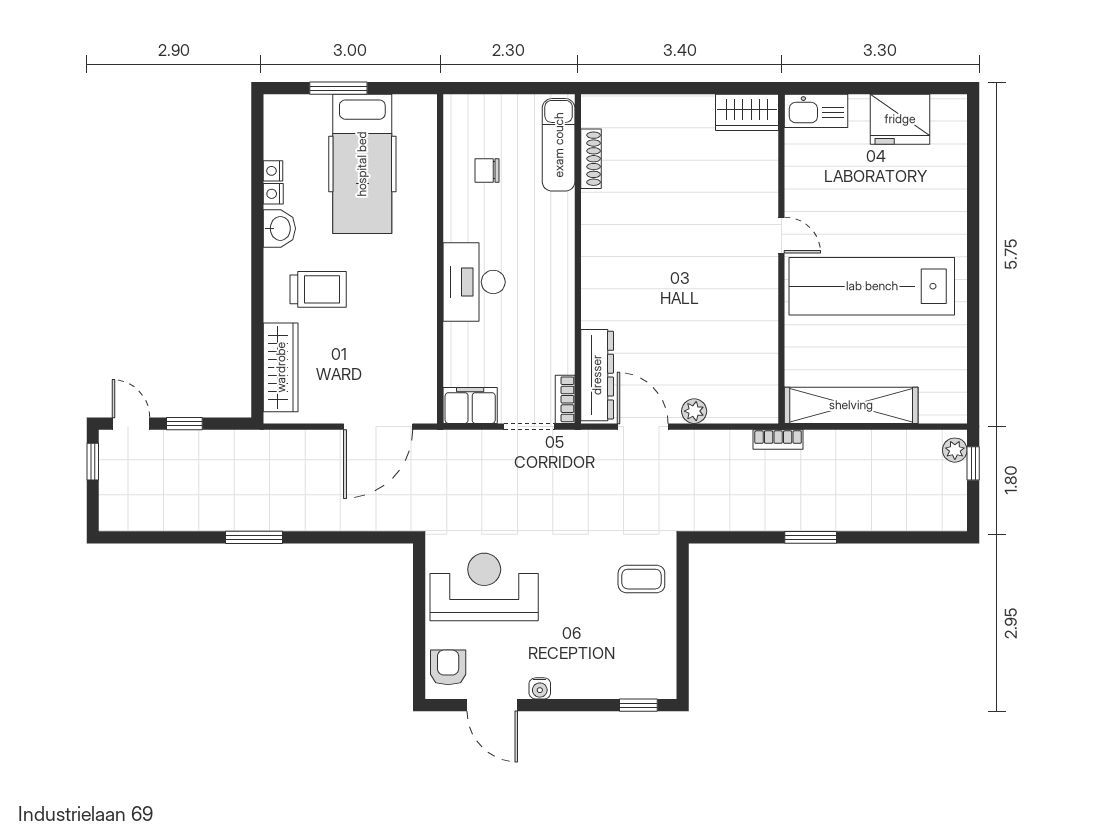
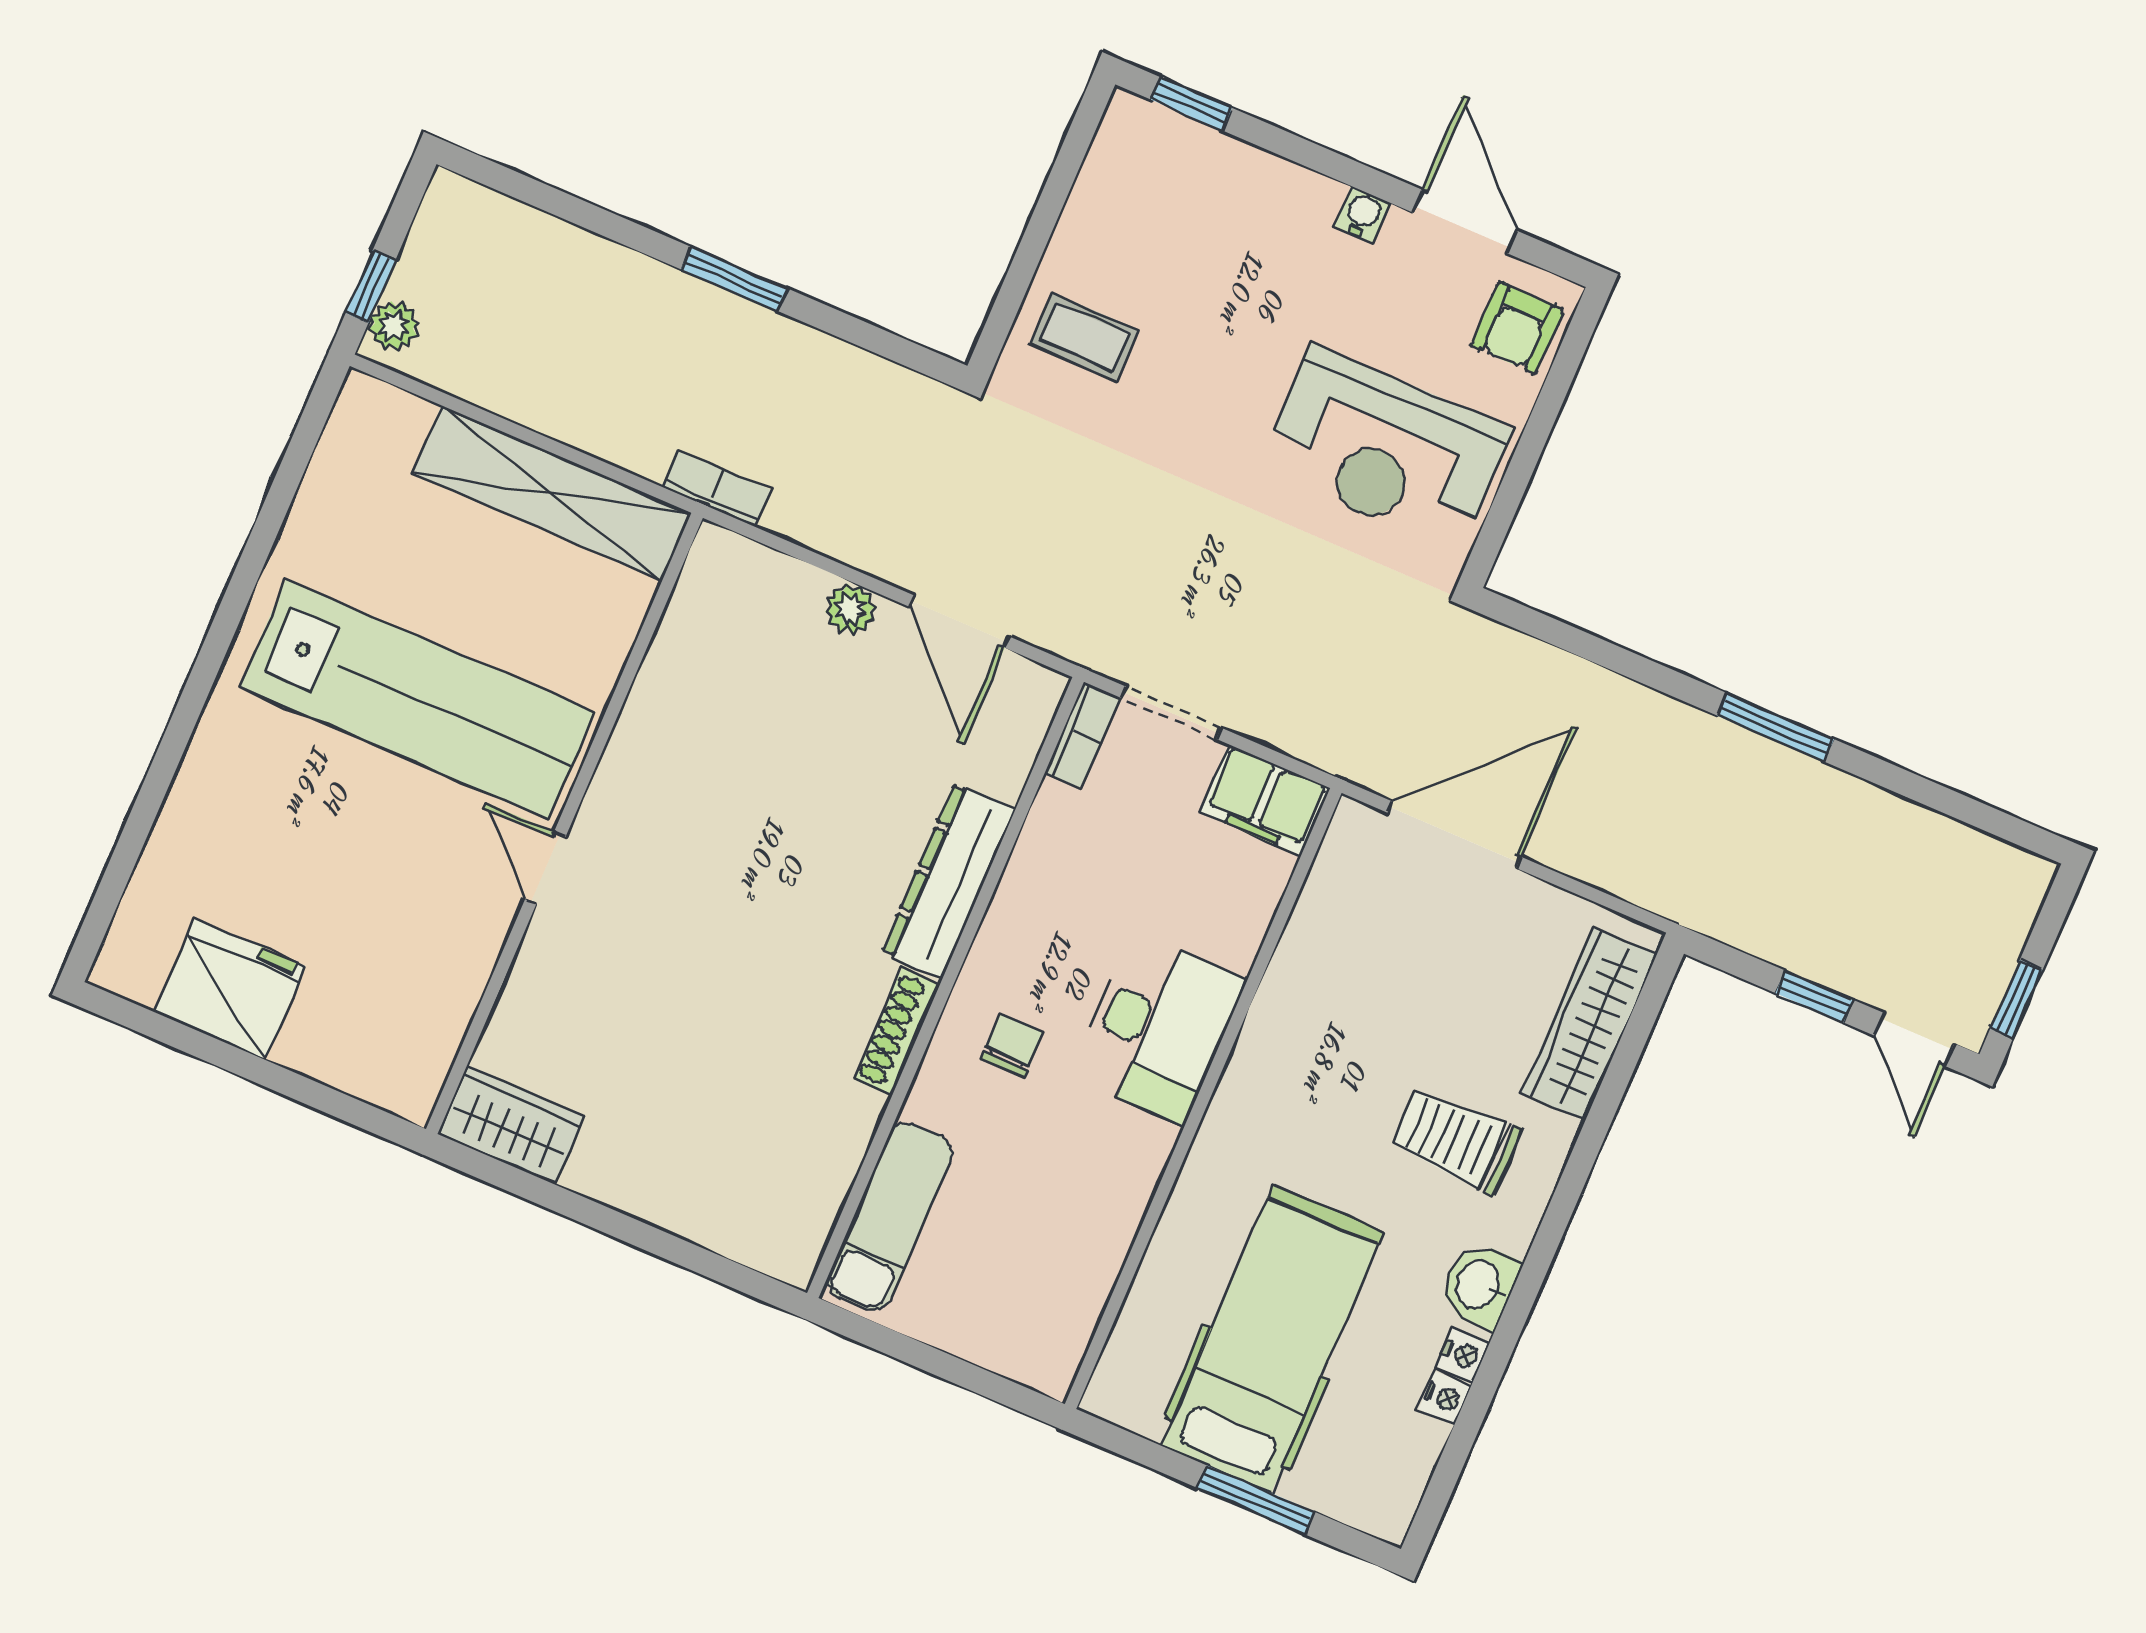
kitchen sink: (816, 111) -> (380, 1073), removed
shoe rack: (591, 159) -> (897, 1032), moved
chair: (487, 170) -> (1012, 1045), moved, turned -90
dresser: (597, 375) -> (948, 881), moved

